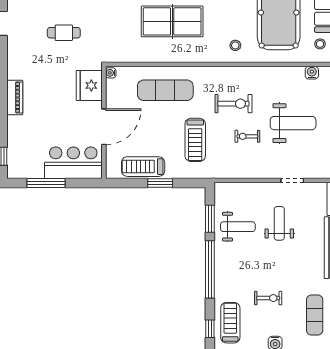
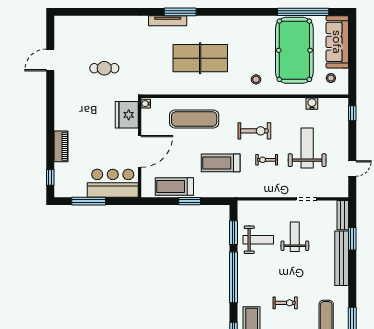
water cooler: (312, 73) -> (312, 104), moved
piano: (15, 97) -> (61, 146), moved
weight bench: (293, 123) -> (307, 148), turned -90
treadmill: (195, 140) -> (221, 163), turned 90

